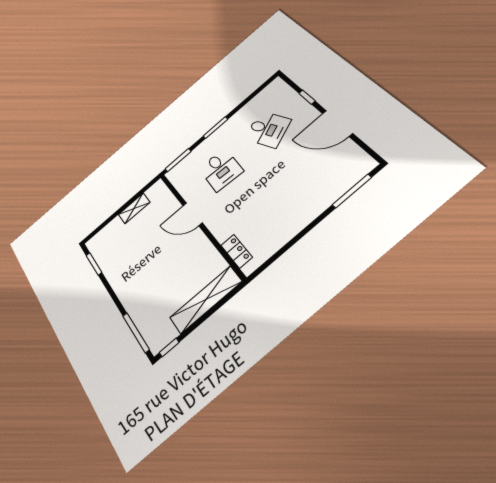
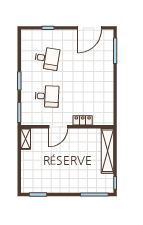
door: (338, 123) -> (90, 28), moved
desk: (268, 129) -> (47, 58), turned 33
shelving: (134, 208) -> (26, 139), moved
locker: (237, 251) -> (83, 120), moved

